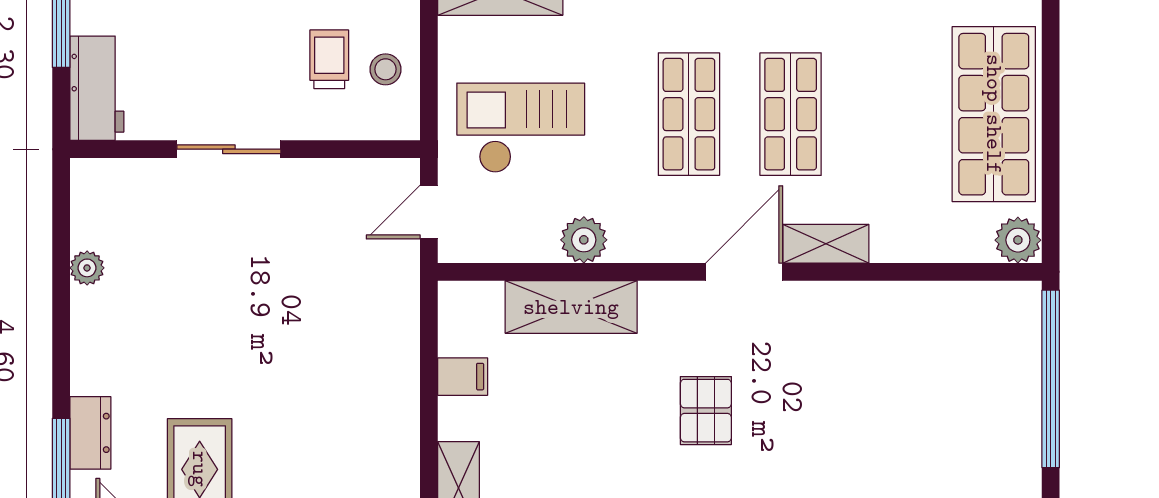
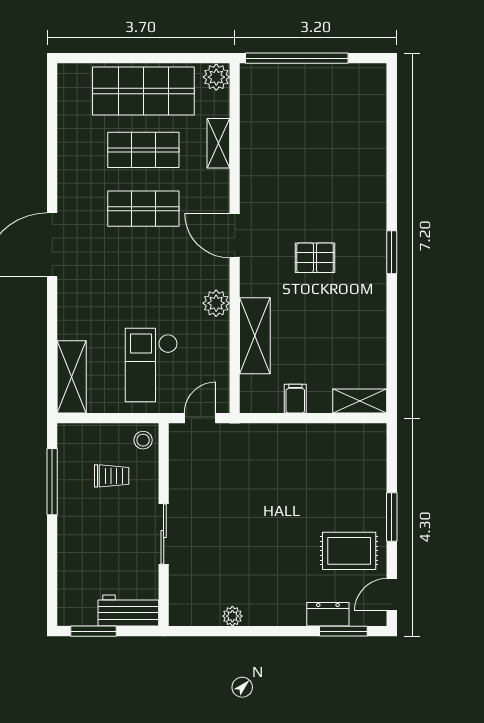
trolley: (329, 59) -> (112, 476), turned 180
stool: (386, 69) -> (143, 440), moved
shop shelf: (689, 114) -> (143, 150), moved
door: (429, 212) -> (200, 418), swing flipped
plant: (584, 240) -> (216, 303), moved
shelving: (826, 244) -> (218, 143), moved

